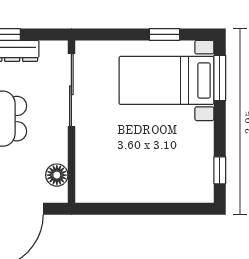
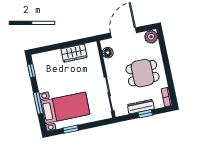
window: (220, 78) -> (38, 103), moved
wardrobe: (126, 188) -> (74, 53), added

